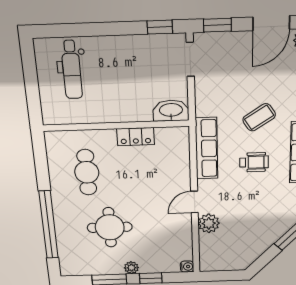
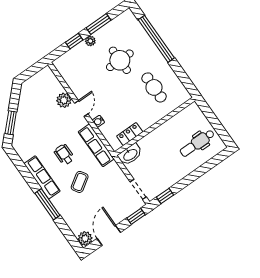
dental chair: (72, 70) -> (197, 143), turned -90
locker: (136, 137) -> (130, 134), moved
wheelchair: (254, 162) -> (64, 155), turned 90
water cooler: (187, 267) -> (98, 121), moved

